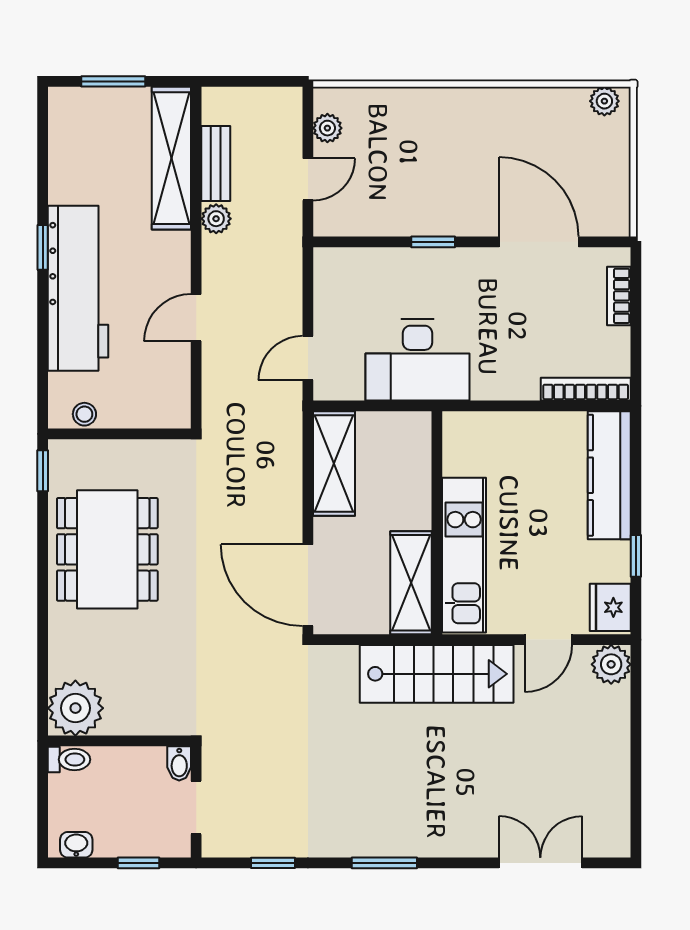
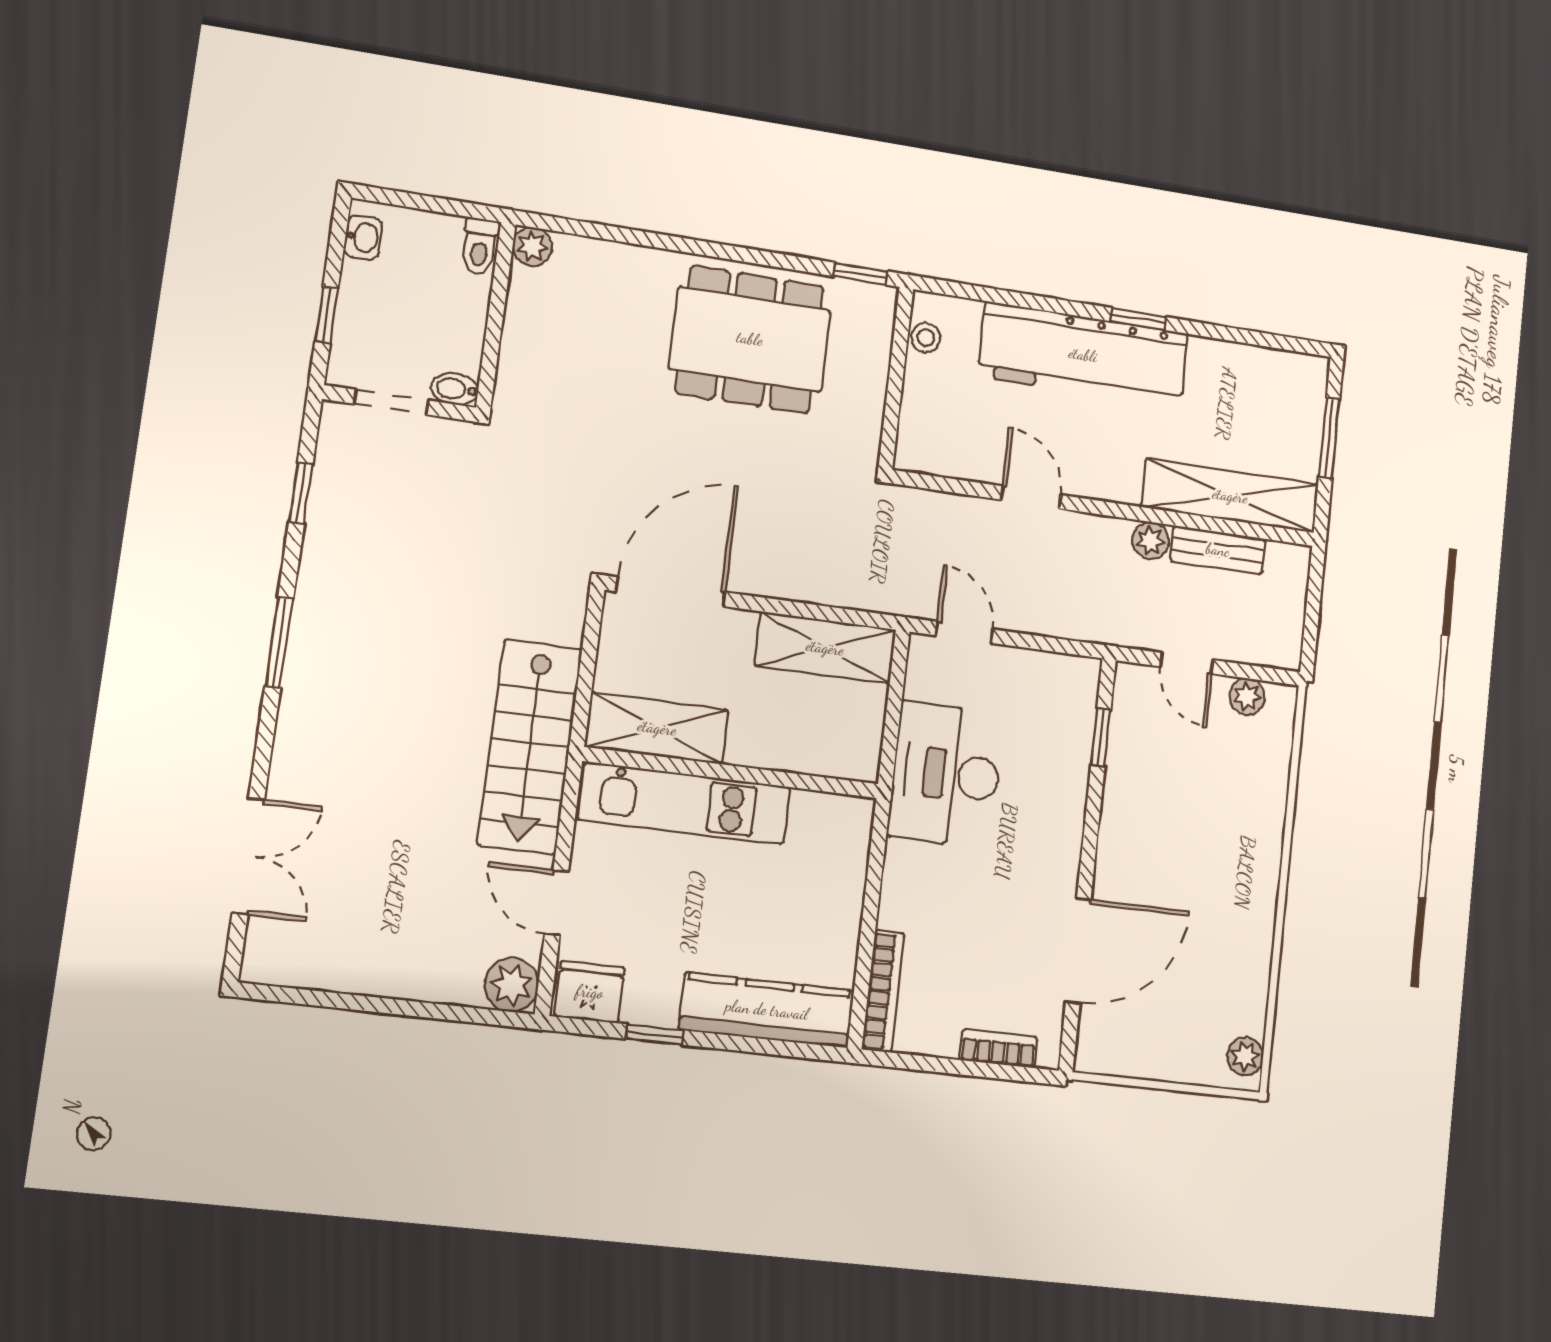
window: (433, 242) -> (1101, 737), moved
plant: (75, 708) -> (532, 246), width x0.53, depth x0.53

